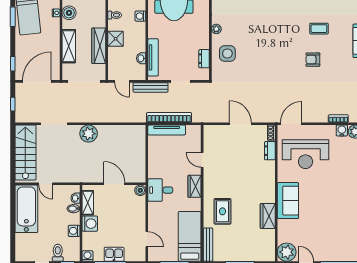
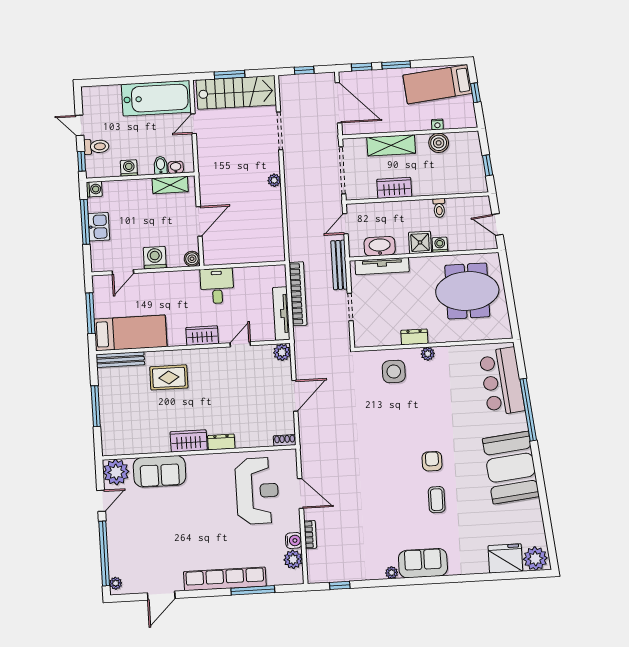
window: (13, 17) -> (396, 65), moved
shower: (116, 39) -> (420, 242), moved
wardrobe: (99, 46) -> (394, 188), width x0.67
washbasin: (141, 58) -> (380, 246), width x1.91, depth x1.45
dresser: (204, 59) -> (414, 337), moved
armchair: (313, 60) -> (432, 461), moved
door: (291, 124) -> (301, 493), moved
tv unit: (167, 130) -> (281, 314), moved
plant: (209, 131) -> (282, 352), added
plant: (89, 134) -> (274, 180), width x0.53, depth x0.53
dresser: (270, 151) -> (221, 442), moved
reception desk: (306, 154) -> (257, 491), turned 180
window: (13, 157) -> (229, 75), added
desk: (160, 190) -> (217, 286), moved
sofa: (288, 201) -> (160, 471), moved
wardrobe: (268, 216) -> (189, 441), moved
washing machine: (90, 224) -> (155, 258), moved, turned 180

